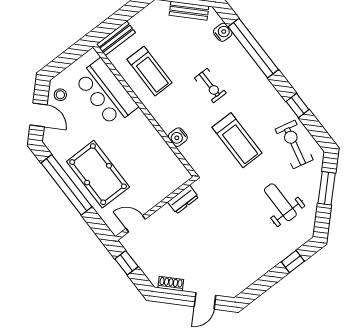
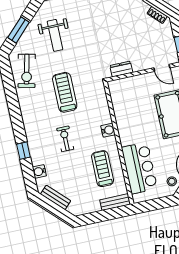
window: (253, 48) -> (23, 151), width x0.32
window: (298, 106) -> (12, 97), removed
water cooler: (178, 137) -> (108, 130), moved

